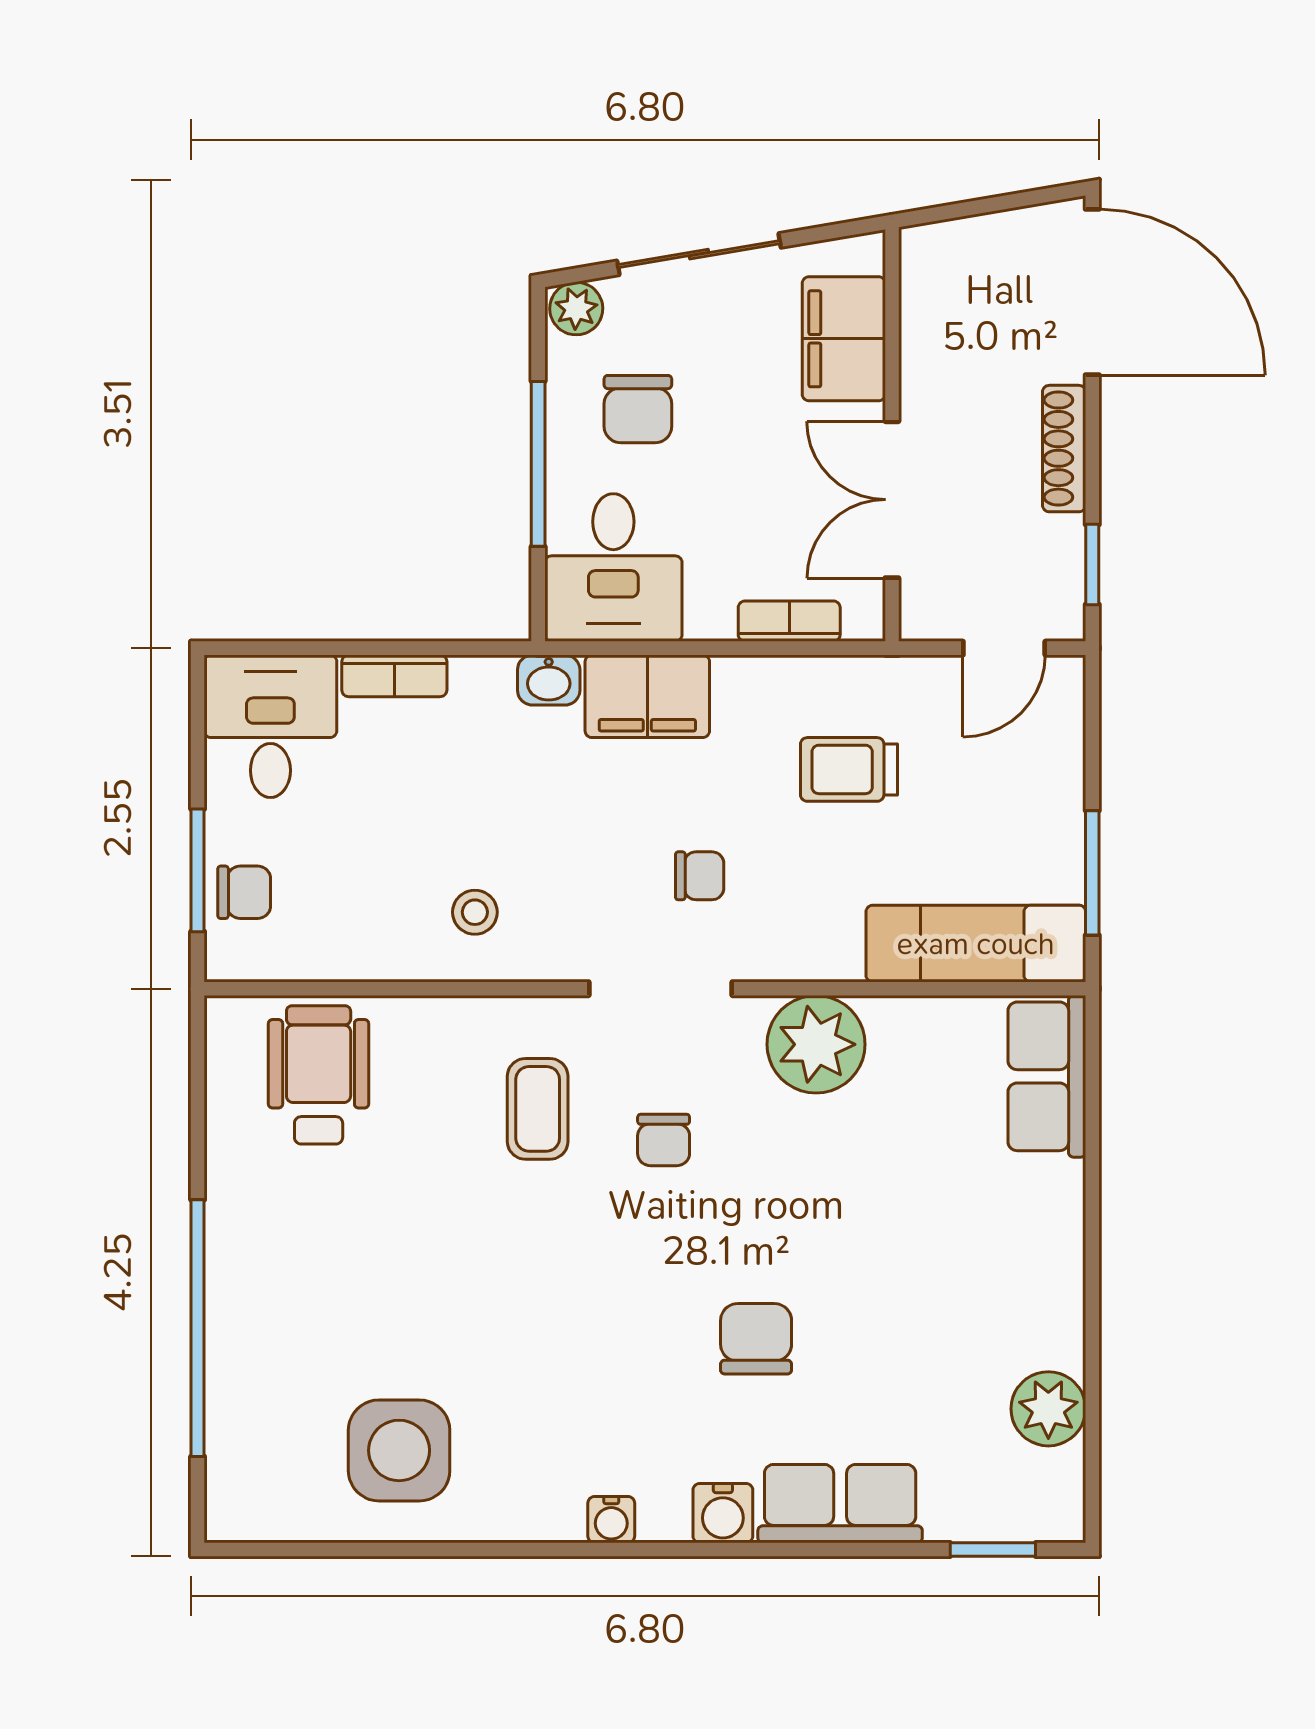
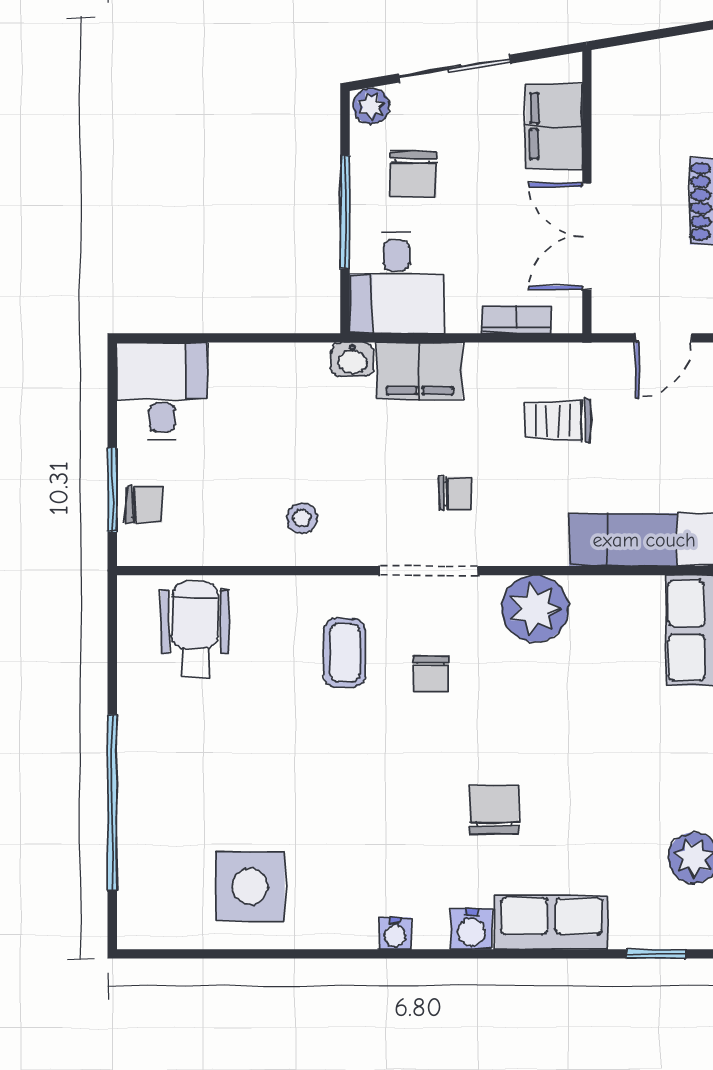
bookcase: (394, 676) -> (247, 357), removed

